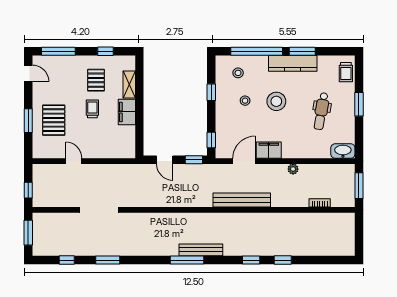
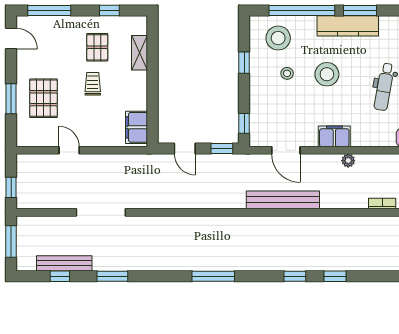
stool: (238, 73) -> (278, 38), width x1.89, depth x1.89
filing cabinet: (127, 112) -> (137, 127), moved
filing cabinet: (269, 150) -> (334, 136), moved
door: (244, 161) -> (286, 150), swing flipped
bench: (201, 250) -> (64, 263), moved

